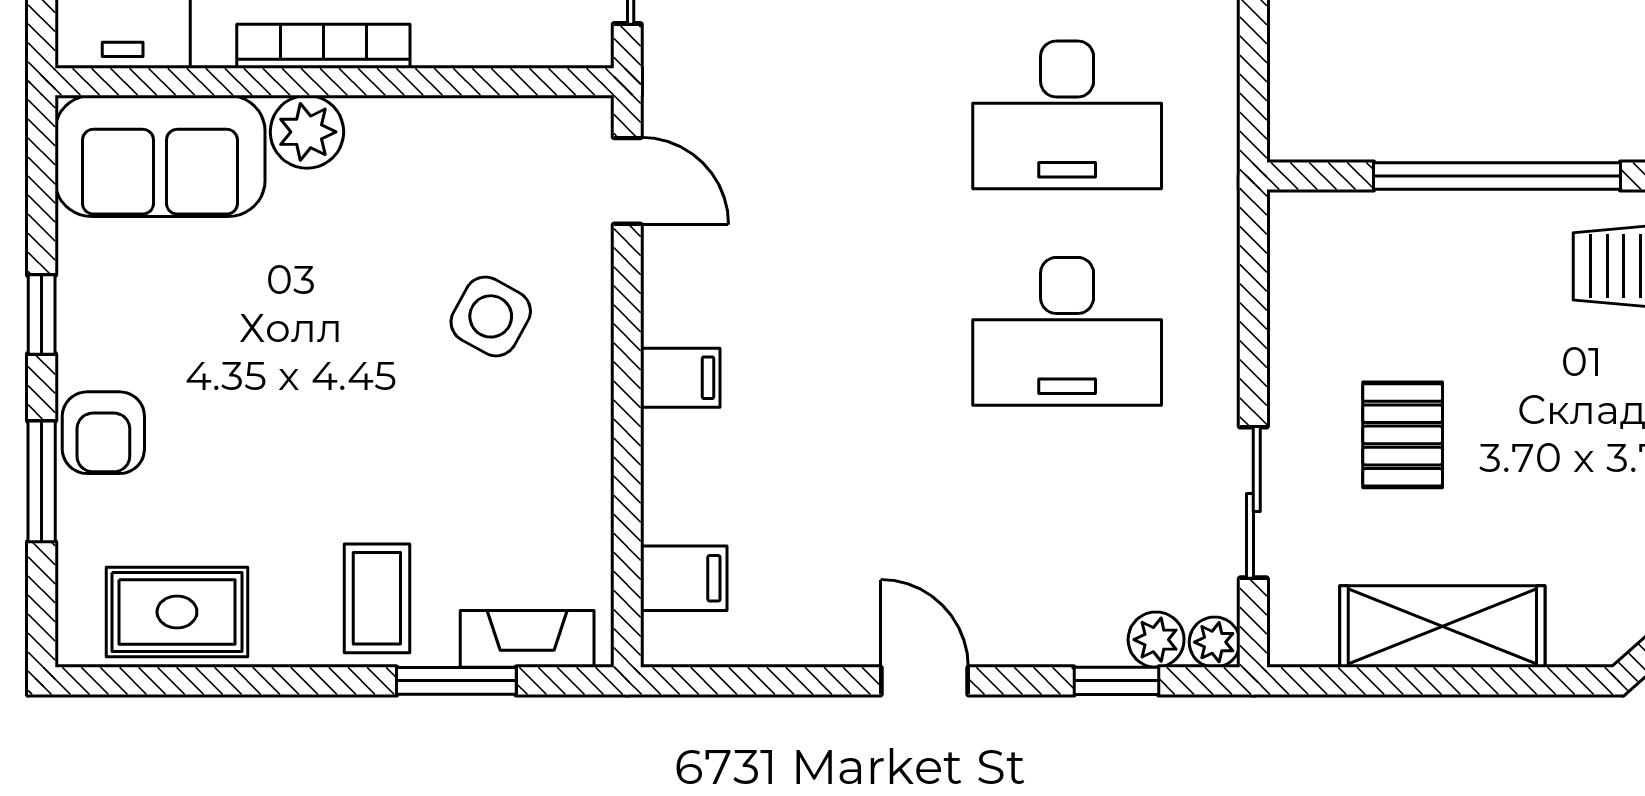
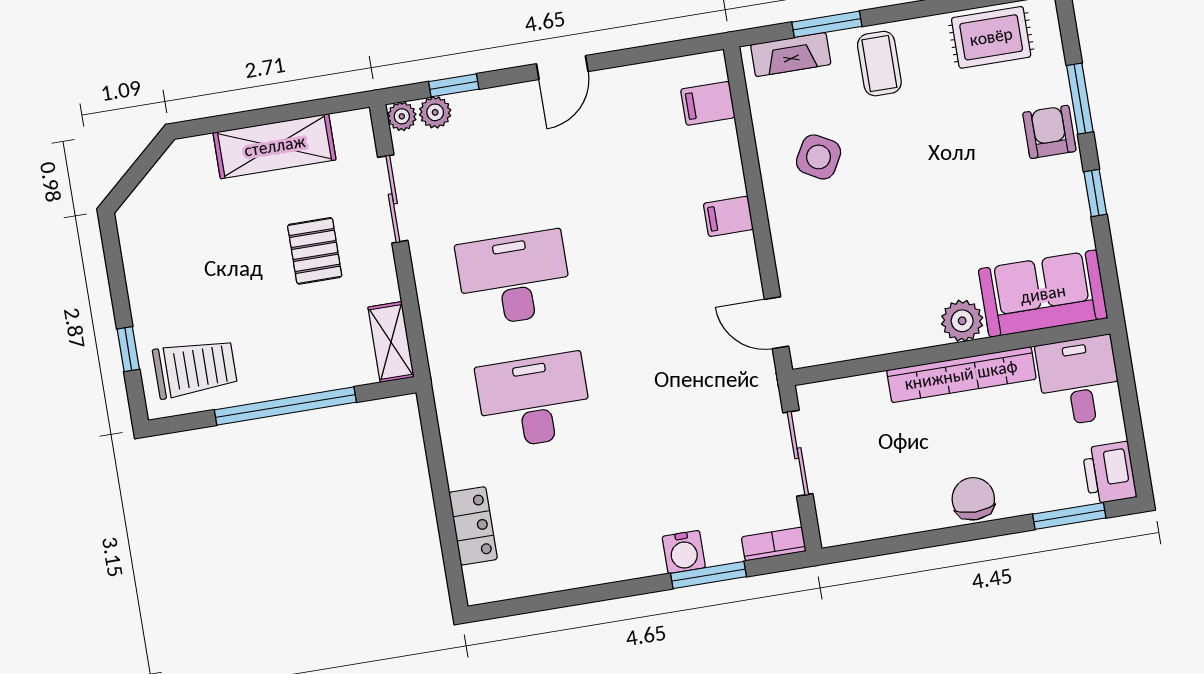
bookcase: (323, 46) -> (961, 375), width x1.48, depth x1.31
shelving: (1297, 256) -> (391, 342), added
side table: (491, 316) -> (819, 157), moved
door: (924, 681) -> (562, 68), hinge flipped

